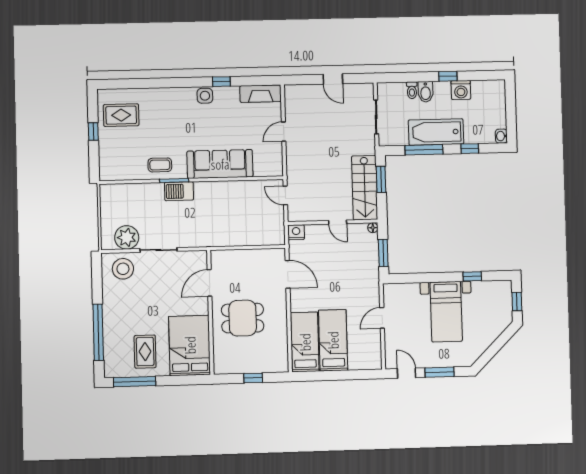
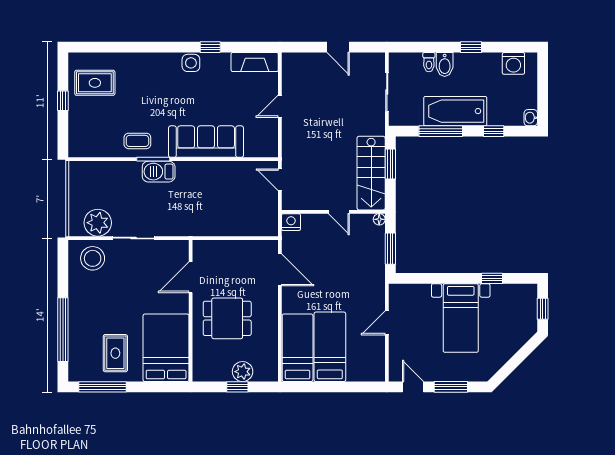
washing machine: (461, 90) -> (513, 63), moved
plant: (257, 364) -> (243, 372), added

